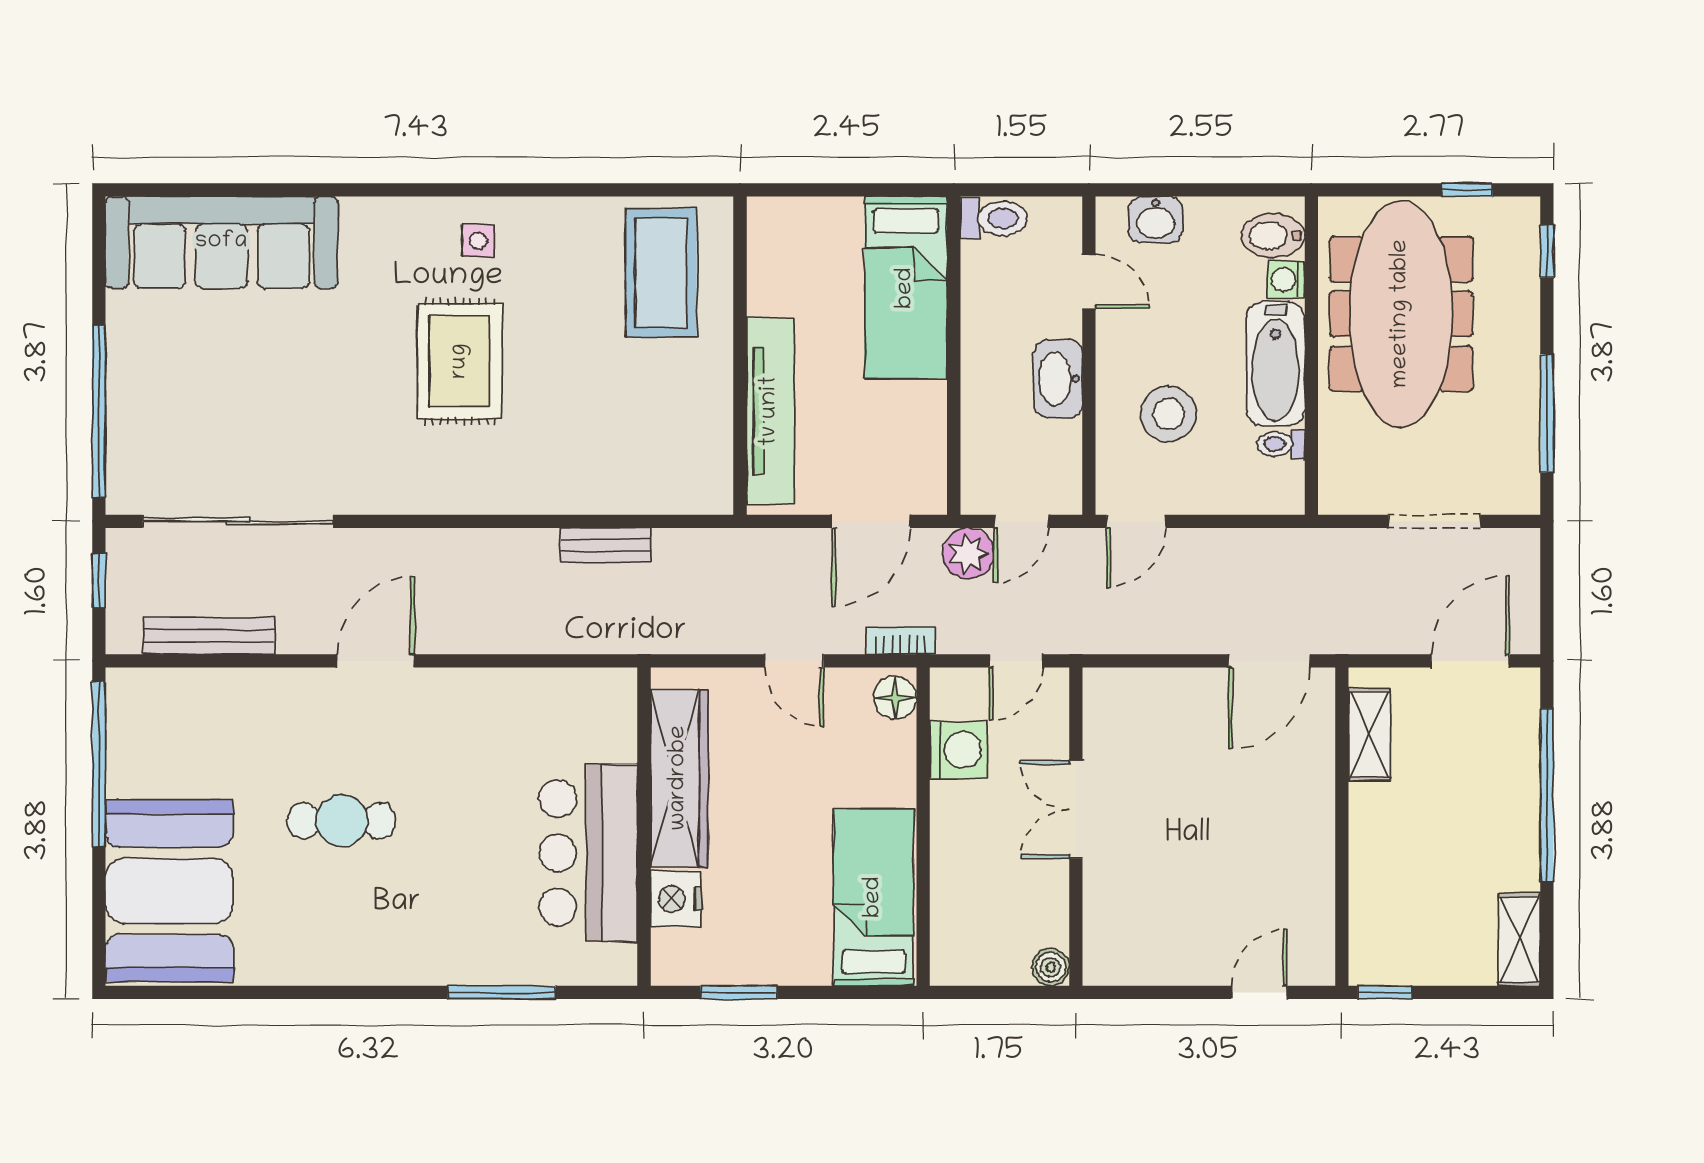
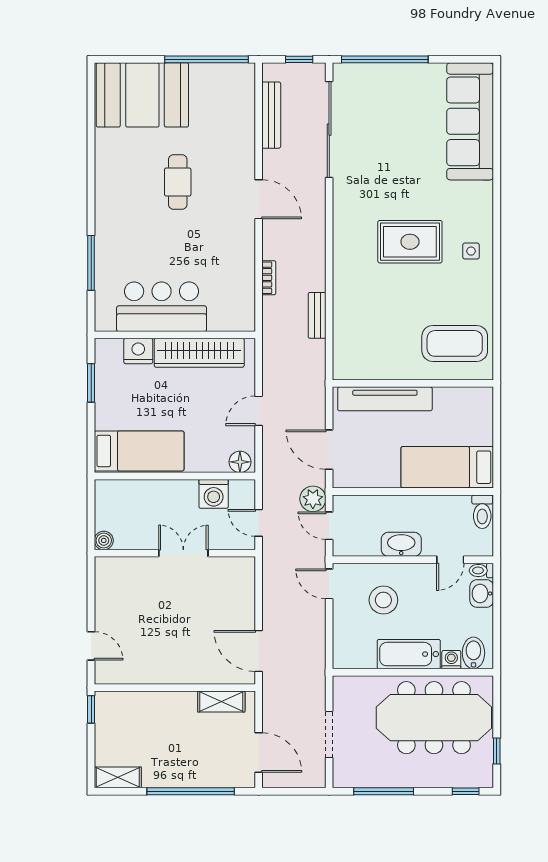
toilet: (1281, 444) -> (481, 570), moved, turned -90
bookcase: (901, 641) -> (269, 278), moved

